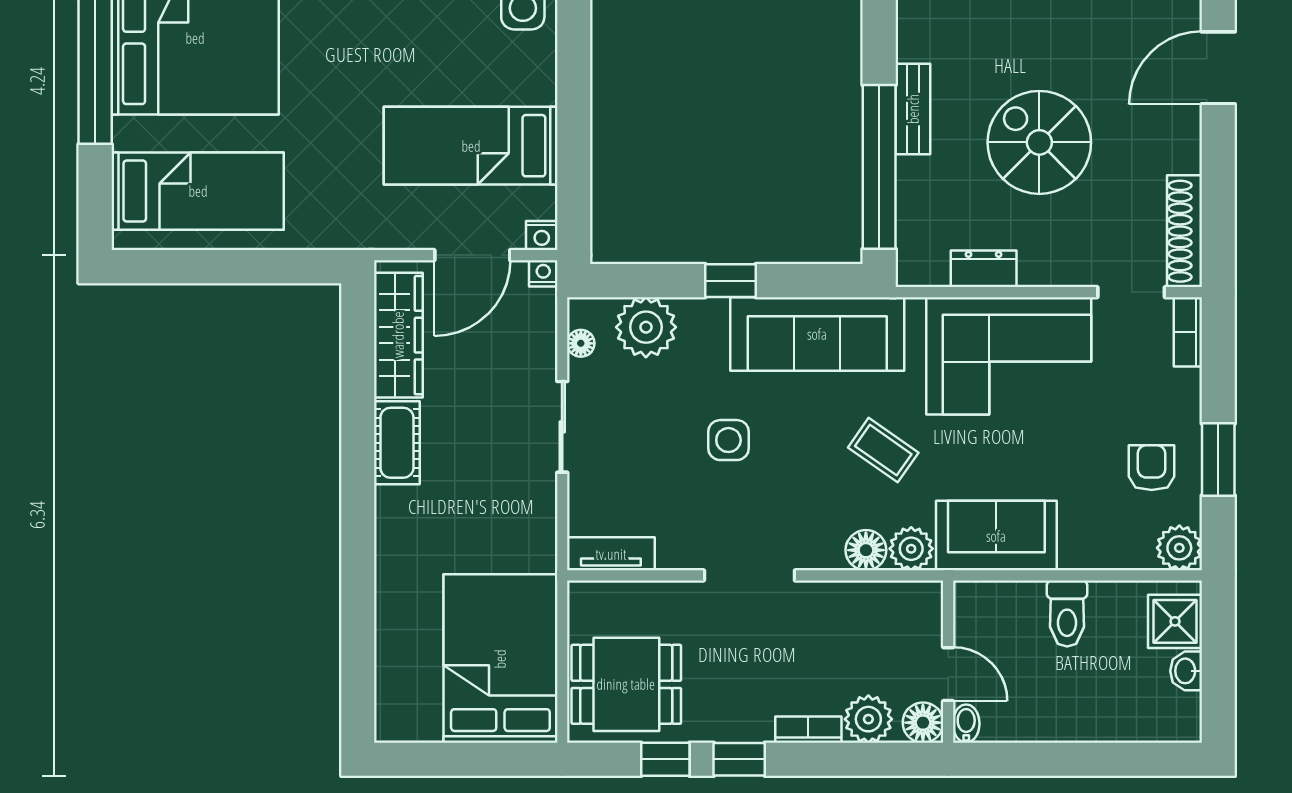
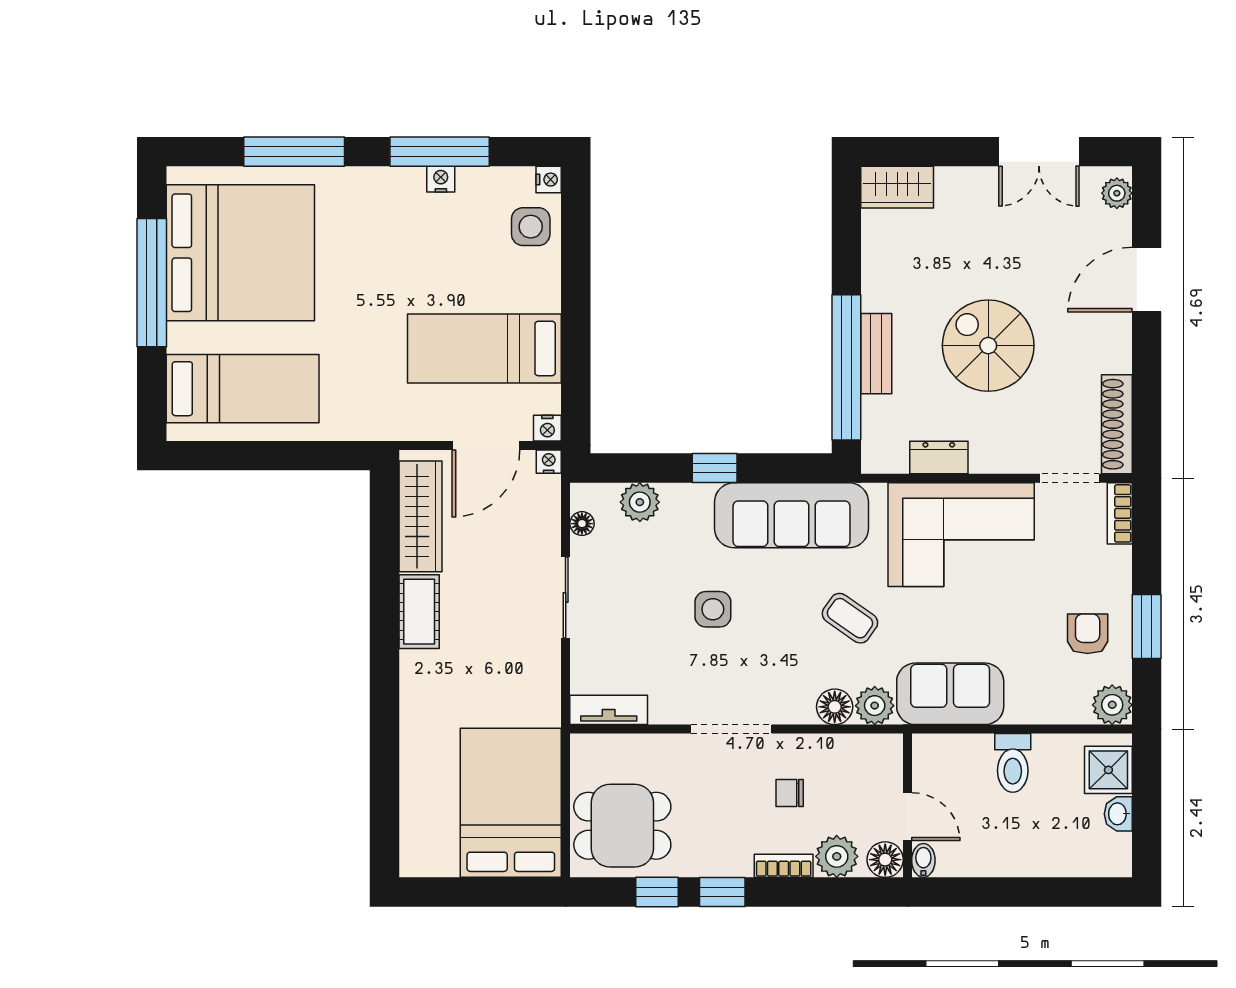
bench: (913, 109) -> (876, 354), moved
plant: (646, 327) -> (640, 502), width x0.73, depth x0.73
chair: (815, 648) -> (790, 793), added

